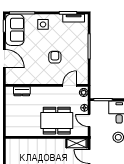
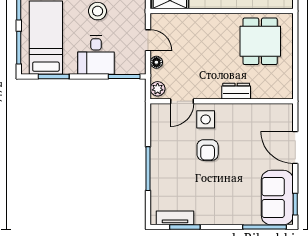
side table: (43, 24) -> (206, 119), moved
dresser: (22, 91) -> (236, 91), moved
dining table: (57, 121) -> (260, 41), moved, width x0.73

